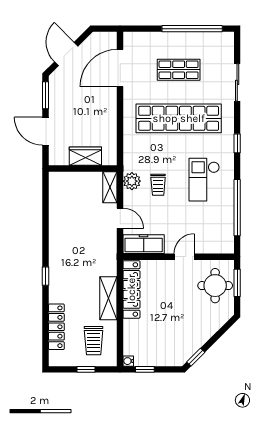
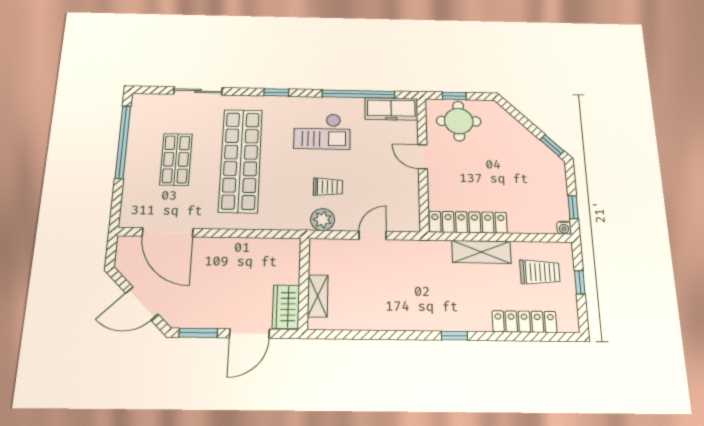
wardrobe: (85, 156) -> (286, 307), moved
shelving: (110, 187) -> (318, 296), moved, turned 90
freezer: (144, 244) -> (391, 109), moved, turned -90
window: (237, 283) -> (454, 96), width x0.67

